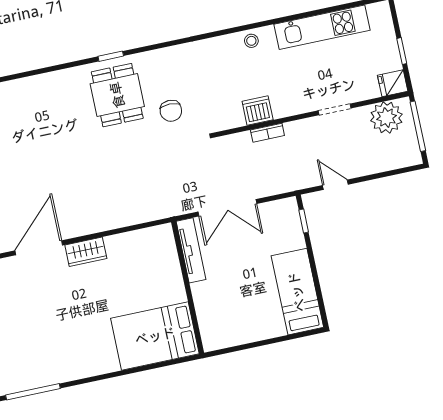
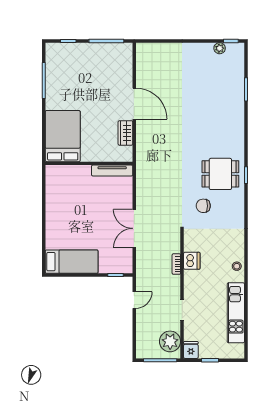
tv unit: (191, 250) -> (112, 171), moved
wall: (188, 288) -> (89, 163), moved
bed: (155, 336) -> (63, 136), moved

